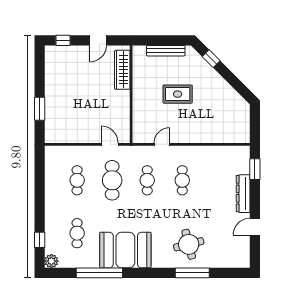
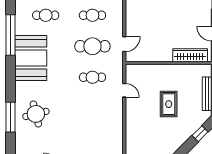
cafe table: (182, 180) -> (92, 108), removed

